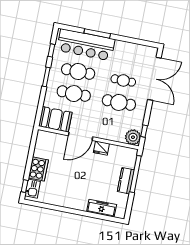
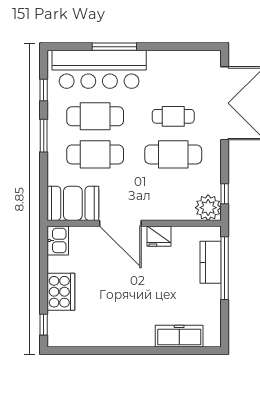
door: (80, 136) -> (120, 223), hinge flipped
kitchen counter: (126, 181) -> (211, 262), moved
kitchen sink: (33, 189) -> (58, 240), moved

